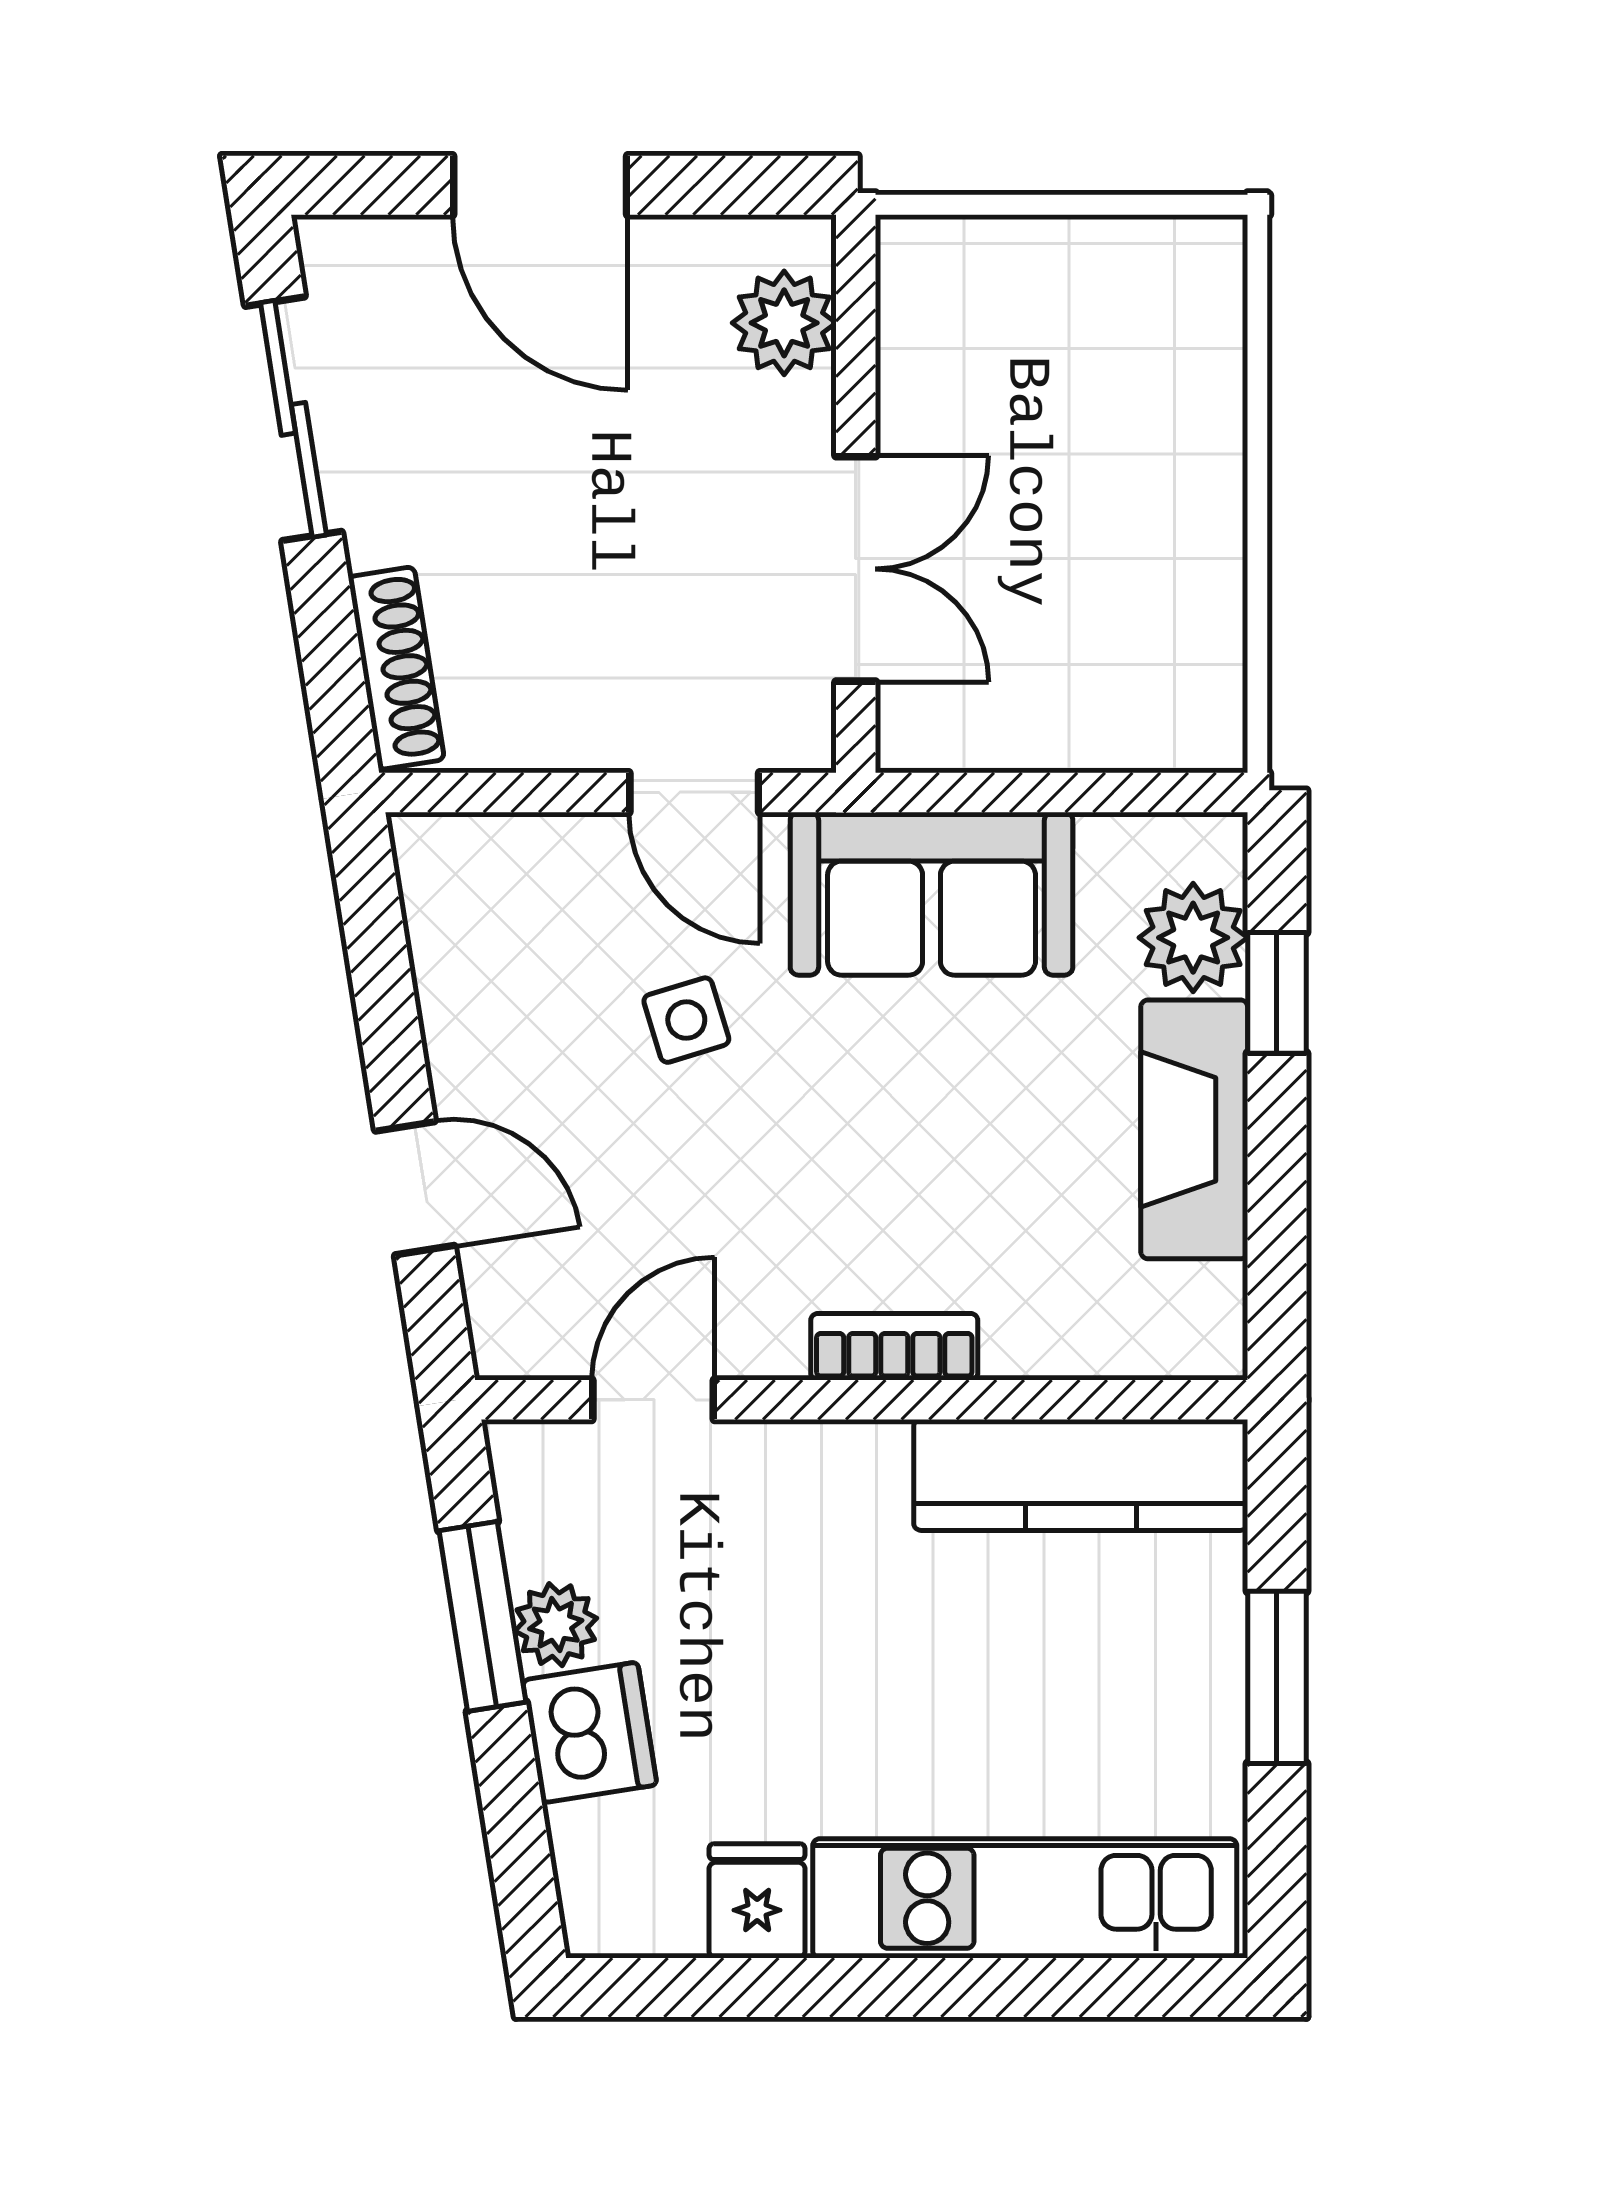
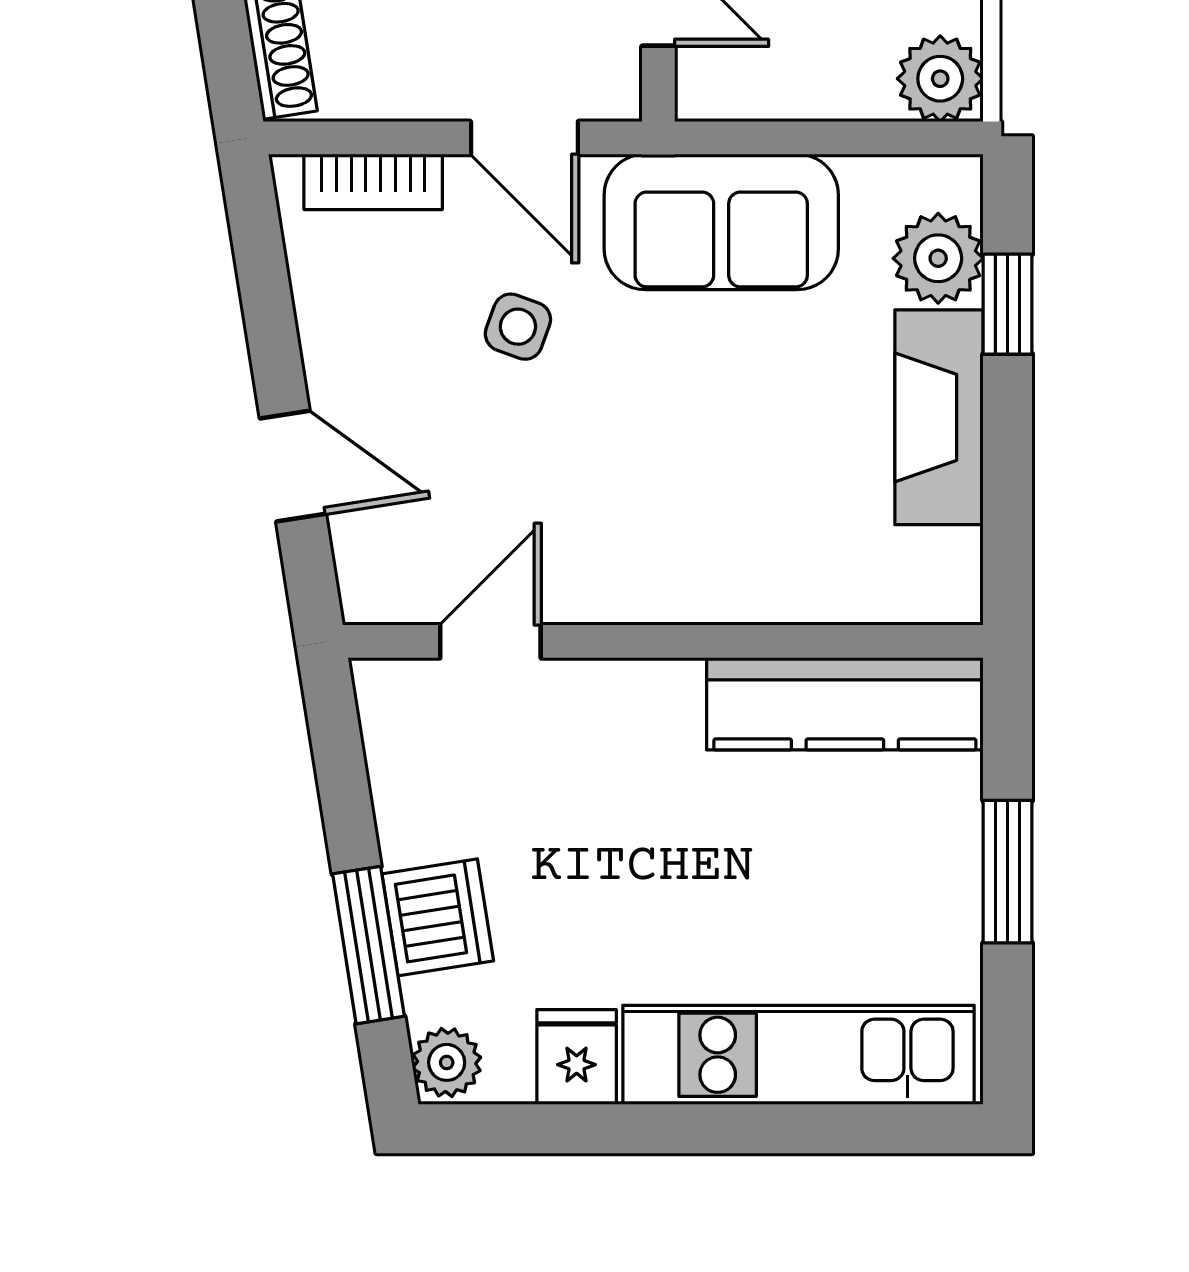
plant: (1196, 721) -> (940, 79), added
side table: (686, 1020) -> (518, 327), turned 37
bookcase: (894, 1347) -> (373, 182), moved, turned 180
window: (482, 1616) -> (368, 945), moved
plant: (556, 1625) -> (447, 1062), moved

